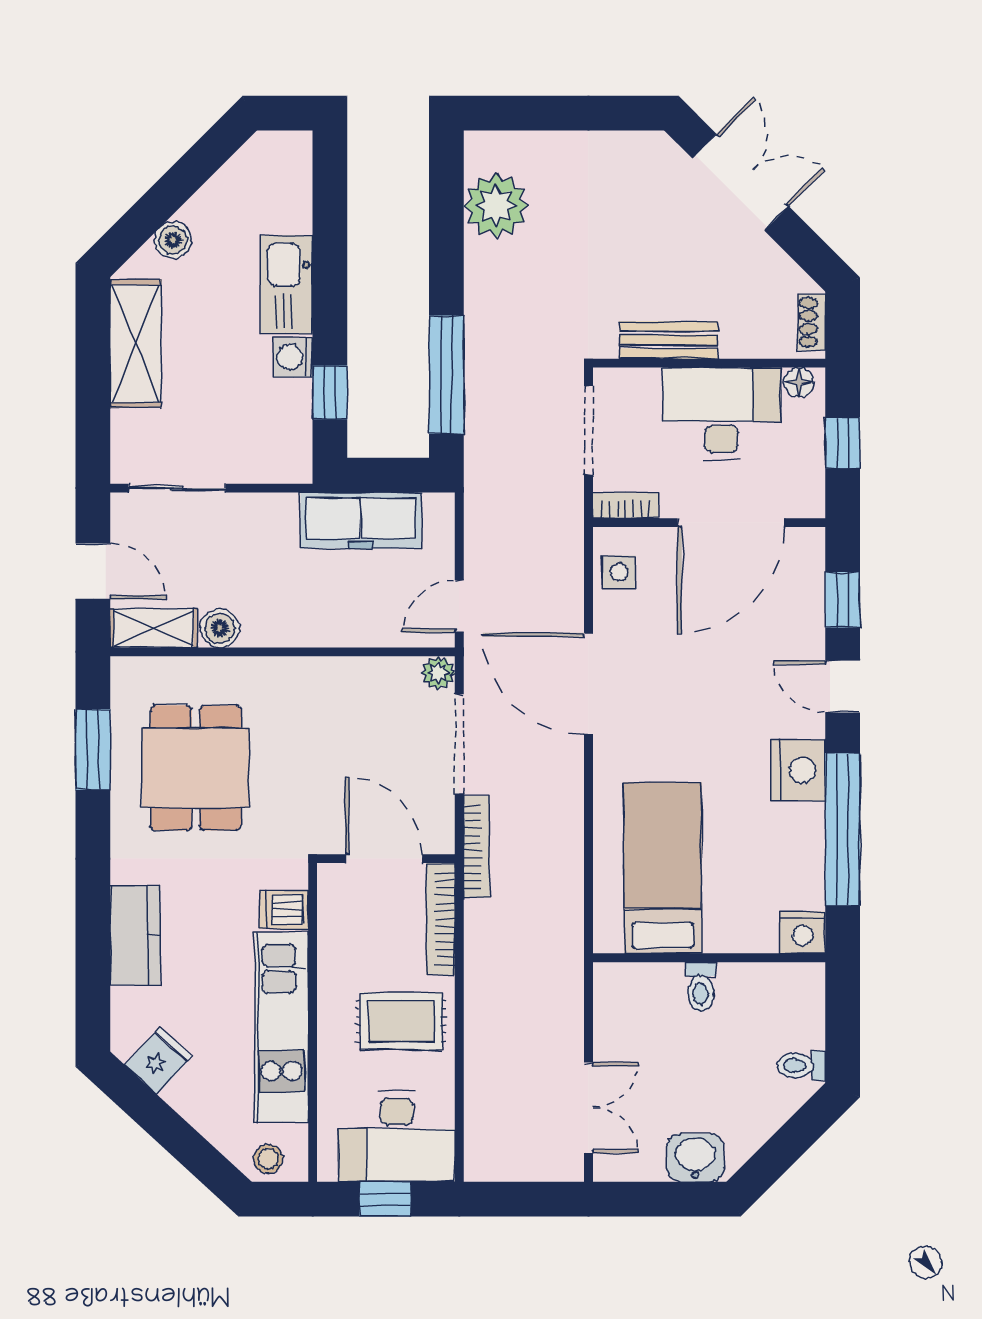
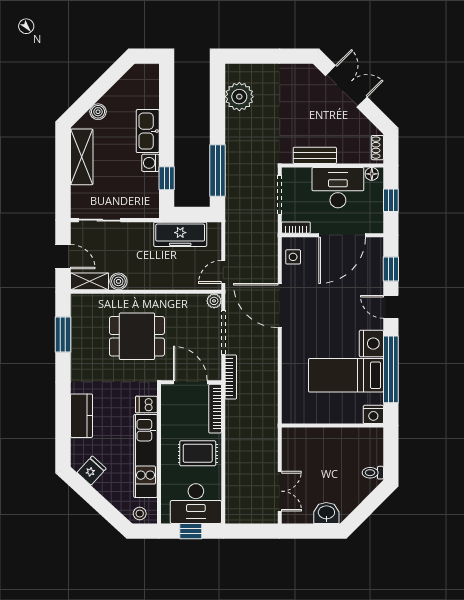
dining table: (196, 768) -> (137, 336), moved, turned 90
bed: (663, 868) -> (346, 375), moved, turned -90
toilet: (701, 987) -> (329, 438), removed

